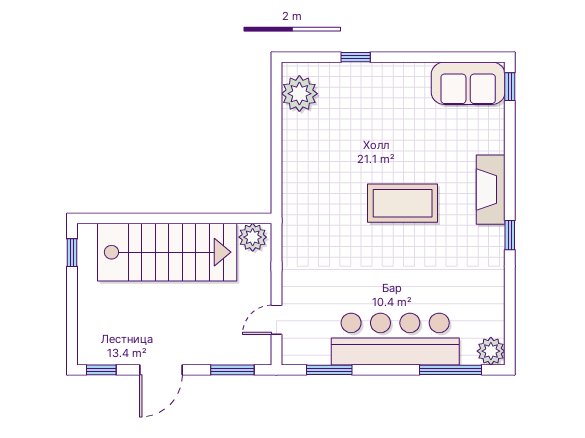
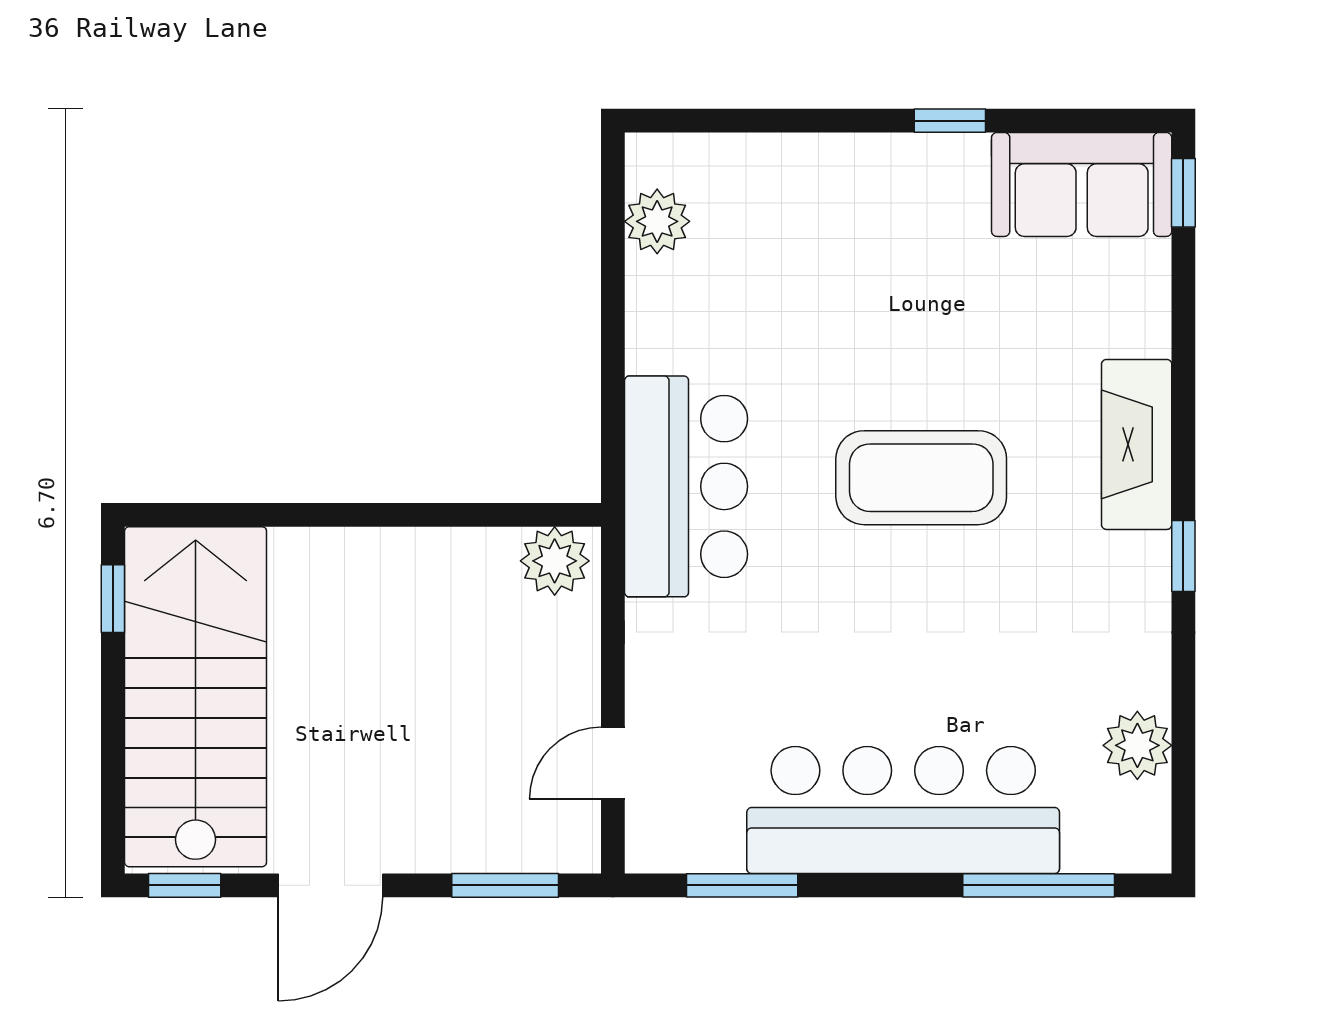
window: (356, 57) -> (950, 121), moved
plant: (299, 94) -> (657, 221), width x0.73, depth x0.73
bar counter: (306, 207) -> (686, 486), added
stairs: (167, 252) -> (196, 697), moved, turned -90
plant: (491, 351) -> (1137, 745), moved

